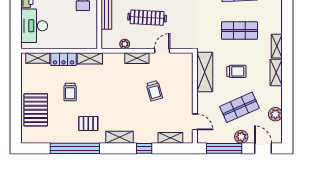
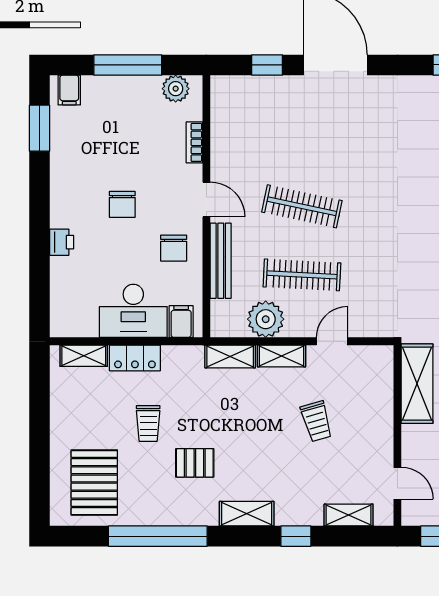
desk: (34, 26) -> (133, 311), moved, turned -90
filing cabinet: (87, 41) -> (181, 322), added
plant: (125, 44) -> (266, 319), width x1.87, depth x1.87
shelving: (90, 58) -> (230, 356), moved
pallet: (36, 110) -> (94, 483), moved
pallet: (88, 123) -> (195, 463), moved

